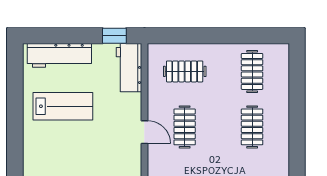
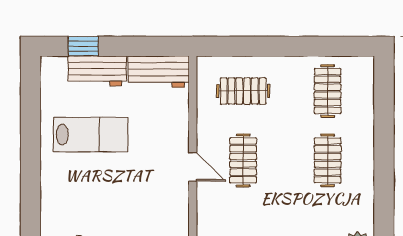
window: (114, 36) -> (83, 46), moved
workbench: (59, 55) -> (97, 71), width x0.73
workbench: (129, 68) -> (159, 72), moved, turned -90

